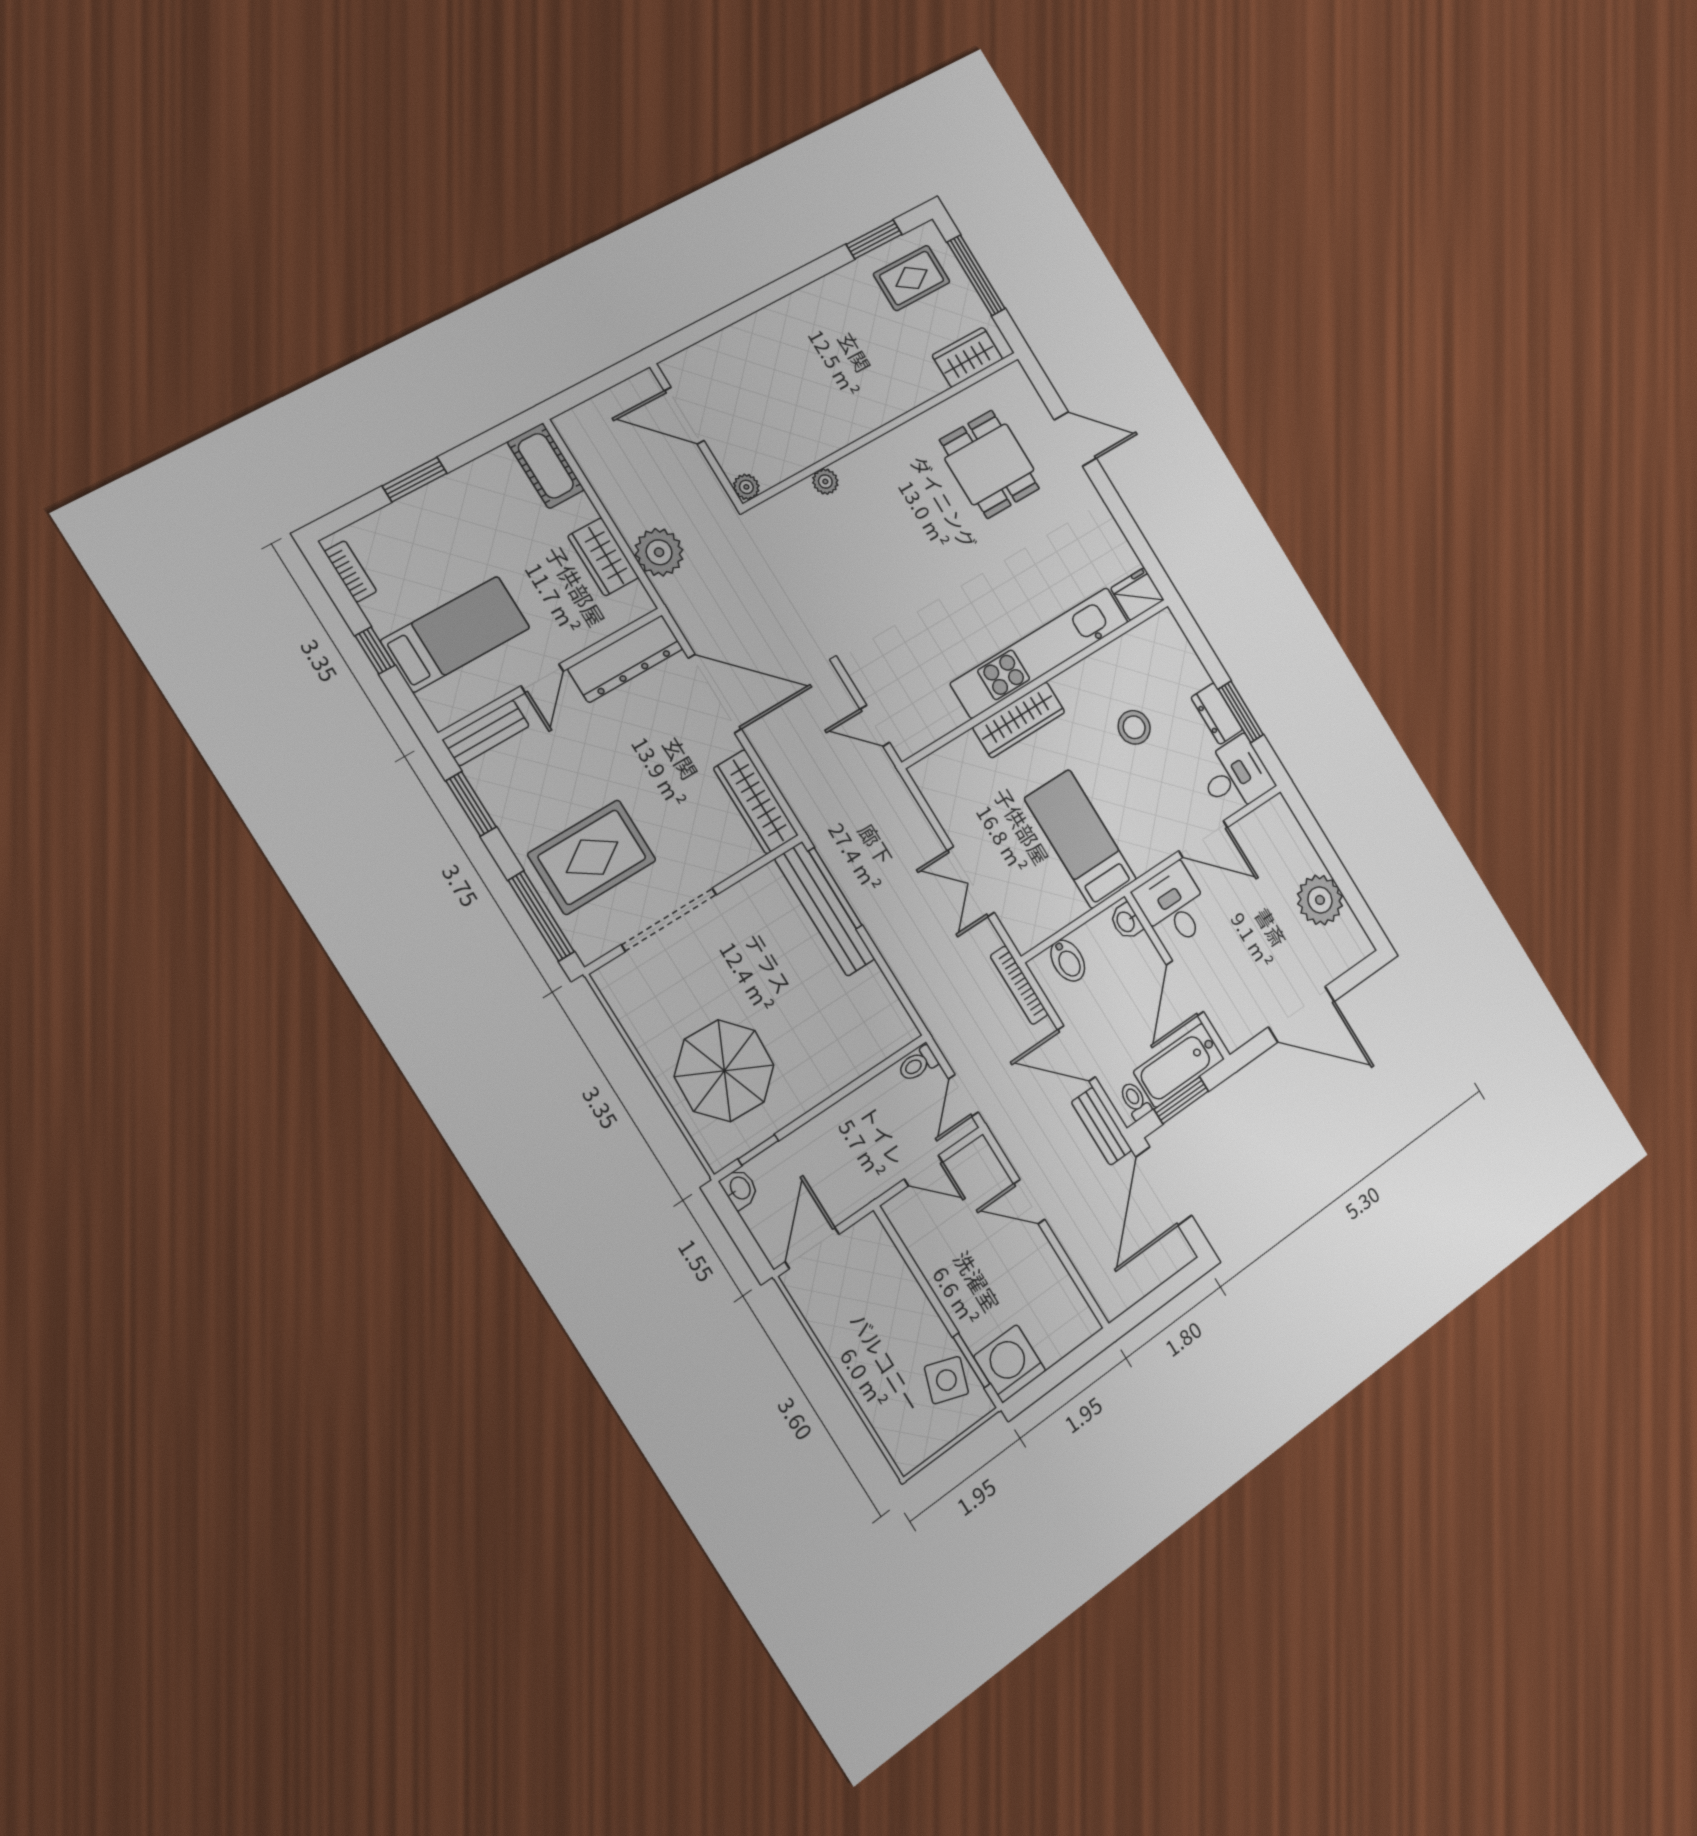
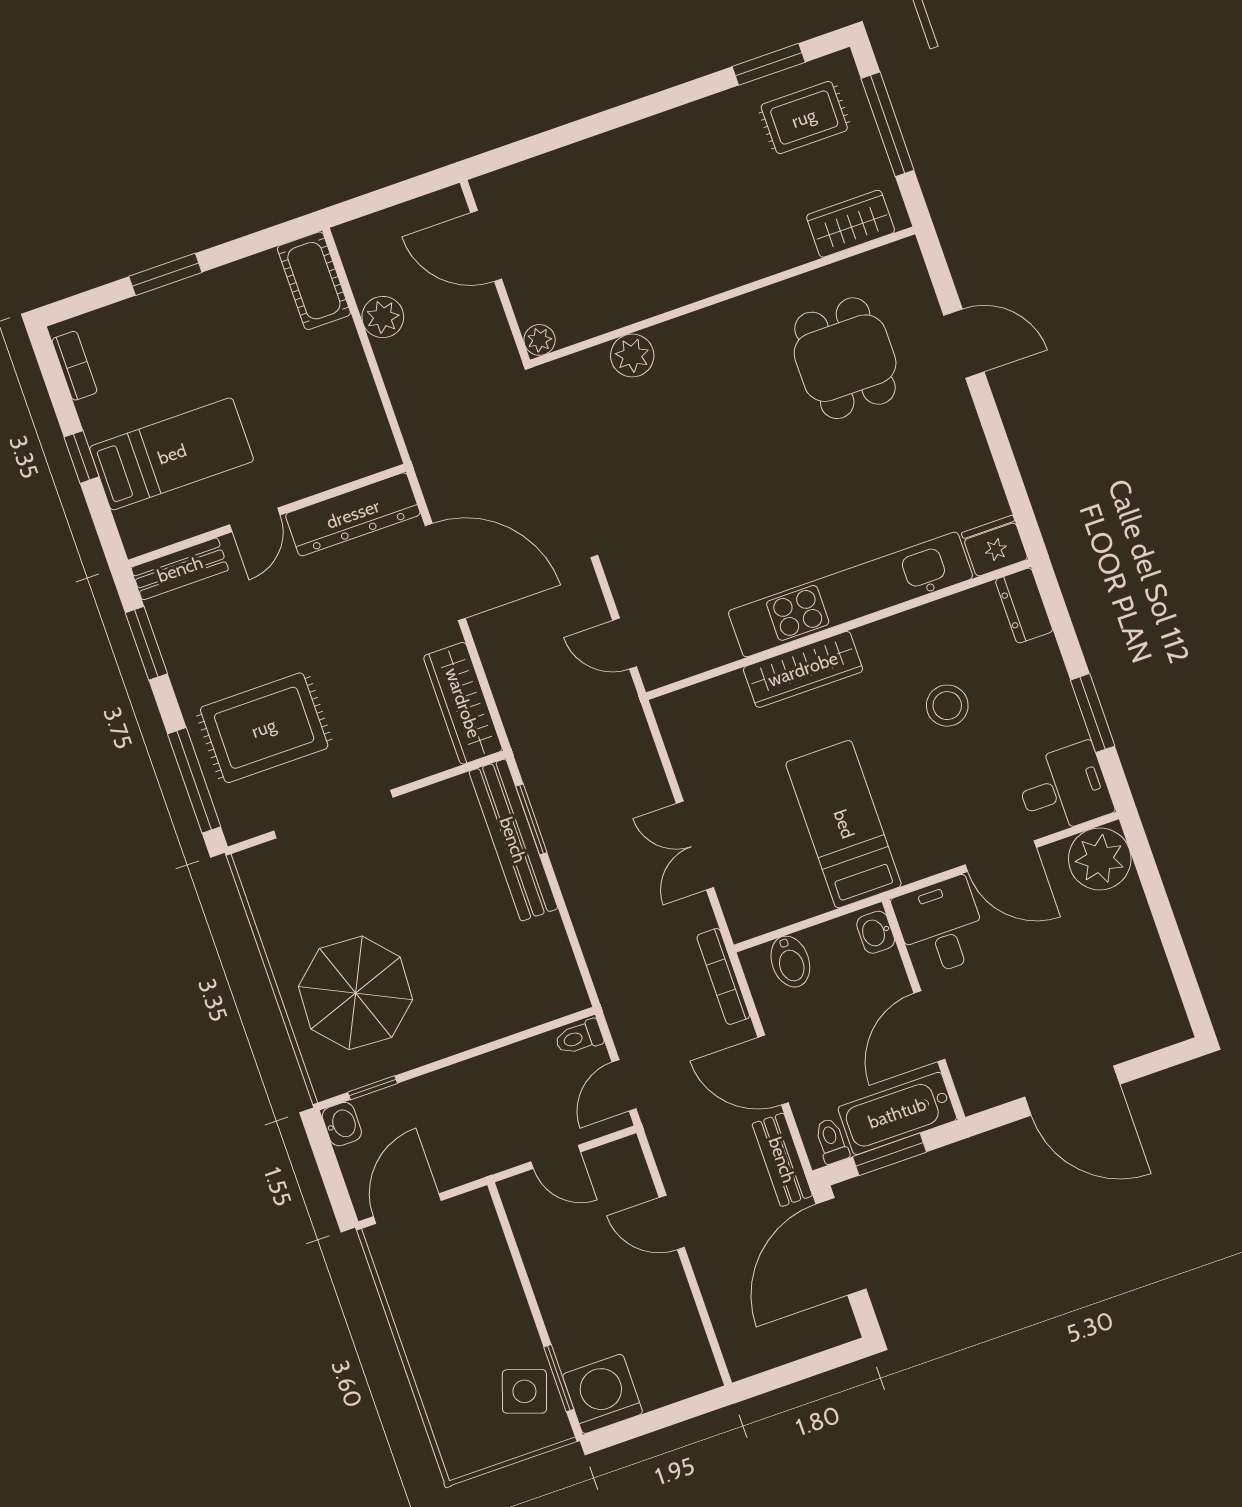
plant: (825, 481) -> (632, 356), width x1.38, depth x1.38
plant: (659, 552) -> (383, 317), moved, width x0.73, depth x0.73
wardrobe: (603, 557) -> (355, 395), removed
dresser: (1217, 714) -> (1024, 606), moved
window: (835, 888) -> (531, 819), width x0.69
plant: (1320, 900) -> (1100, 859), moved

